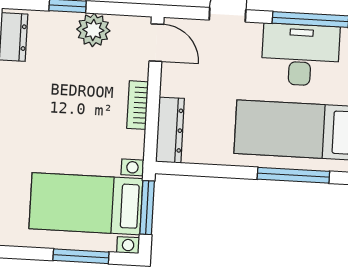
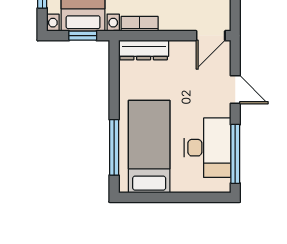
bookcase: (138, 105) -> (140, 24), moved
window: (147, 208) -> (83, 36), width x0.67

